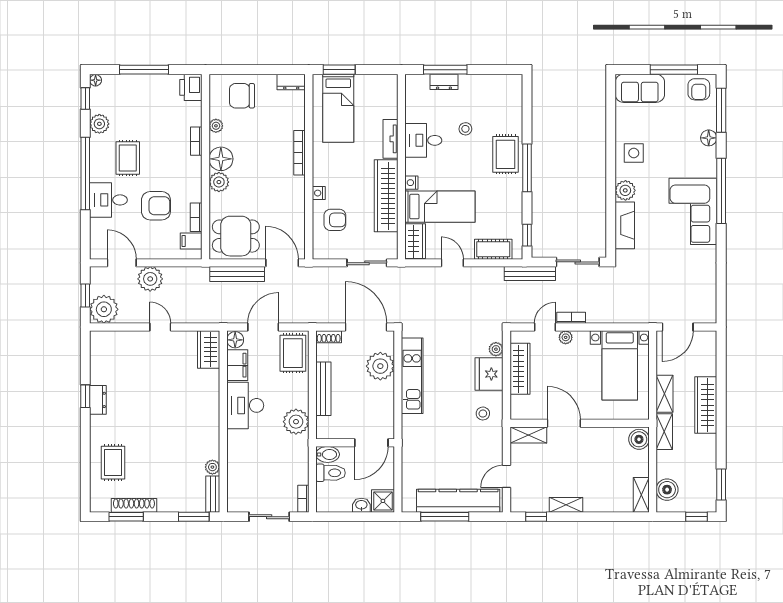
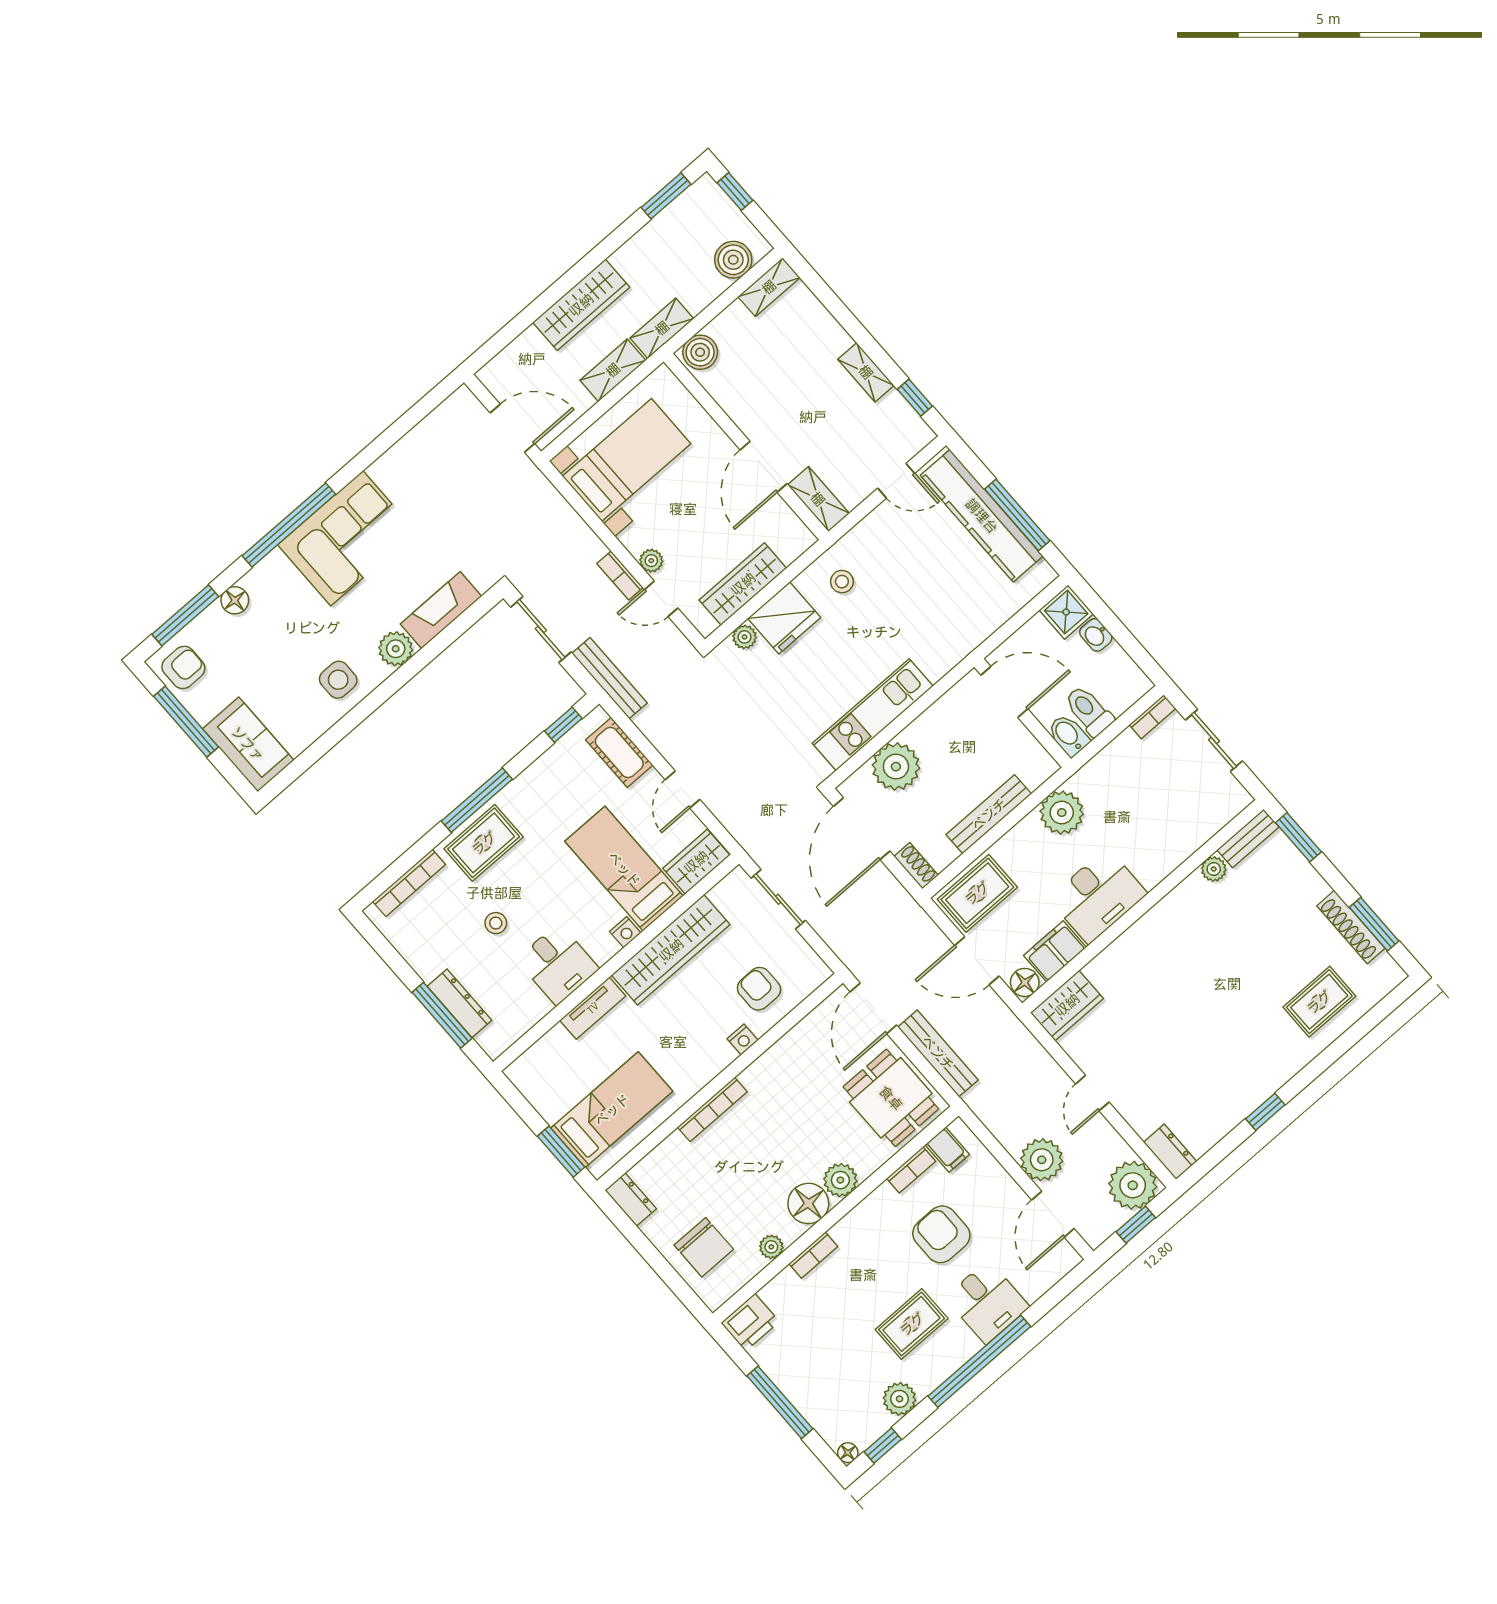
dresser: (444, 82) -> (459, 1003), width x1.44
bookcase: (517, 106) -> (409, 883), added
dresser: (98, 400) -> (1170, 1152), moved, turned 90

